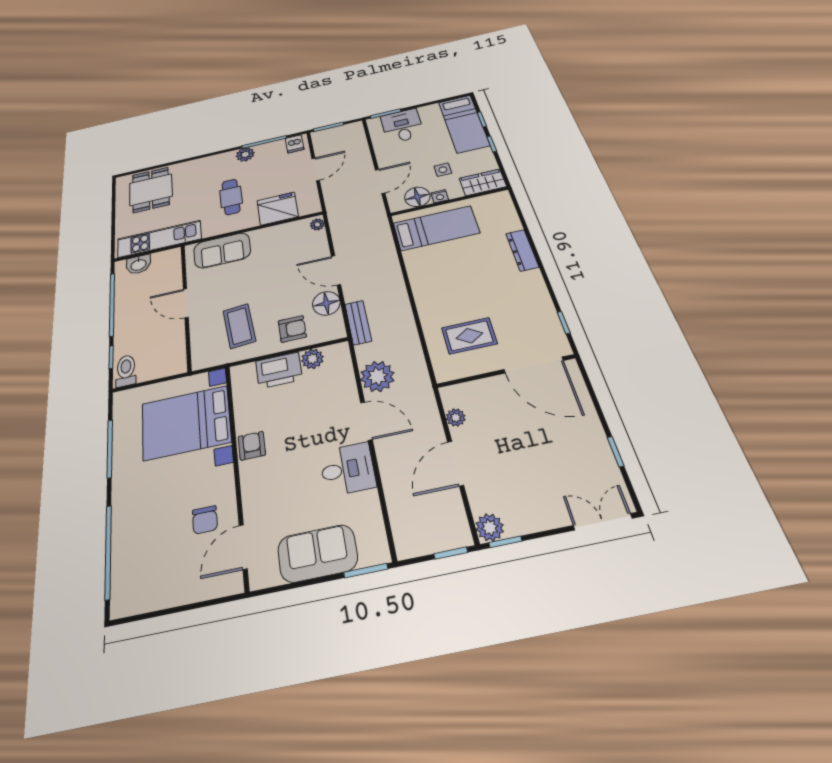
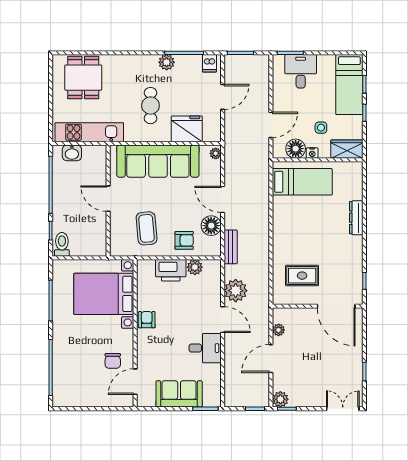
sofa: (222, 250) -> (158, 161), width x1.85, depth x1.27

